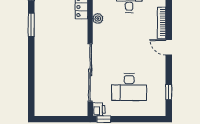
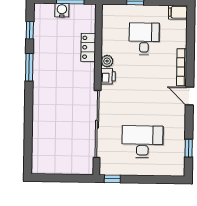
desk: (129, 87) -> (142, 142), turned 180
printer: (99, 109) -> (108, 76), moved

